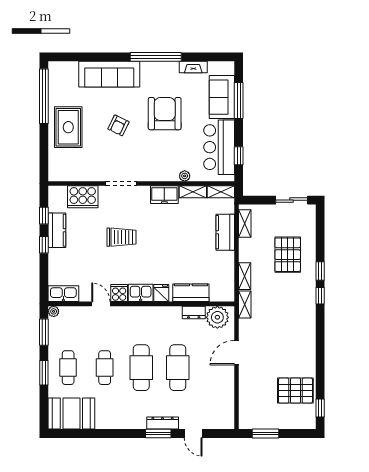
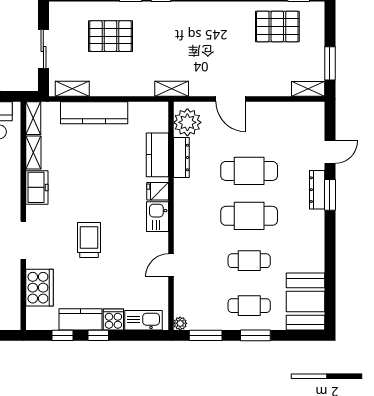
plant: (185, 176) -> (14, 163), removed
sliding door: (292, 200) -> (43, 49), moved
kitchen counter: (225, 232) -> (94, 113), width x1.50
shelving: (245, 276) -> (308, 89), moved
cooker: (119, 293) -> (113, 319), moved, turned 90
kitchen sink: (63, 294) -> (144, 320), moved, turned 90
dresser: (194, 312) -> (181, 158), width x1.44
pallet: (295, 391) -> (277, 26), turned 90

